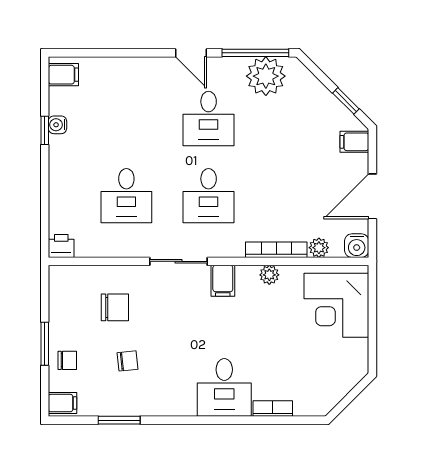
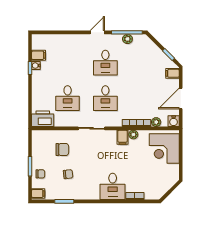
door: (191, 53) -> (97, 32), swing flipped
filing cabinet: (63, 75) -> (39, 55), moved
plant: (266, 76) -> (127, 39), width x0.53, depth x0.53
printer: (61, 246) -> (43, 119), width x1.87, depth x1.48
filing cabinet: (223, 281) -> (123, 137), moved

